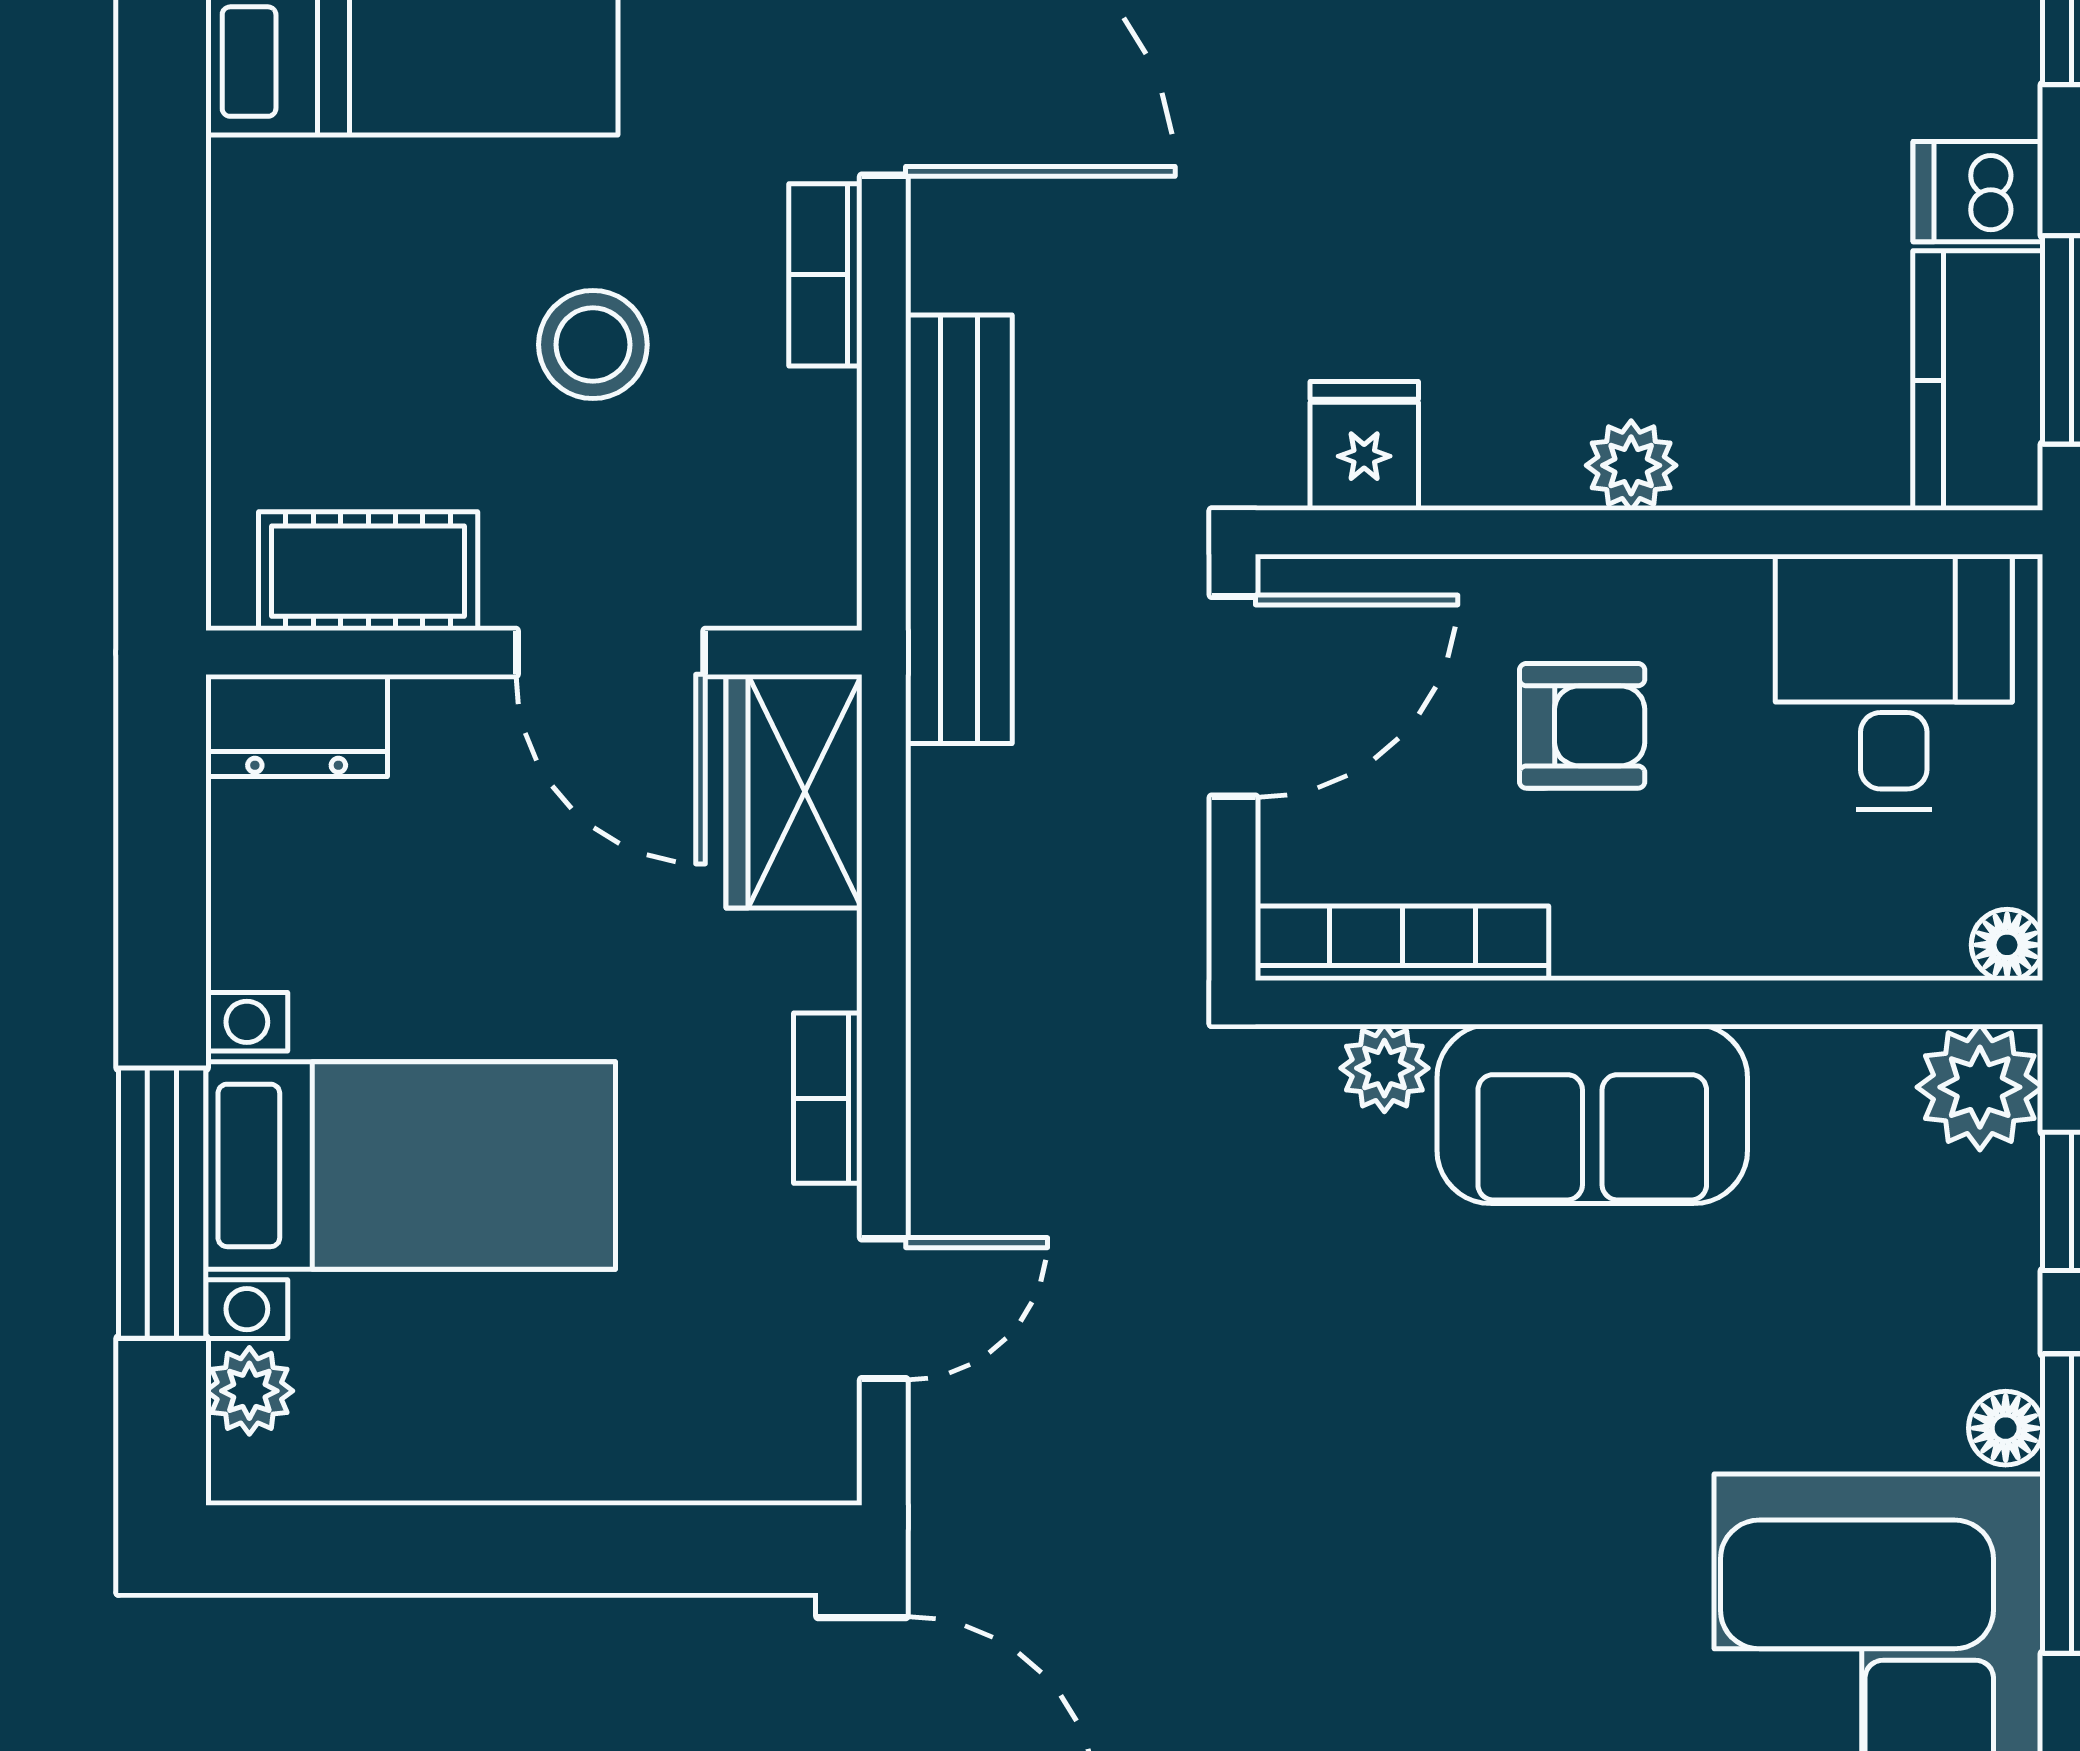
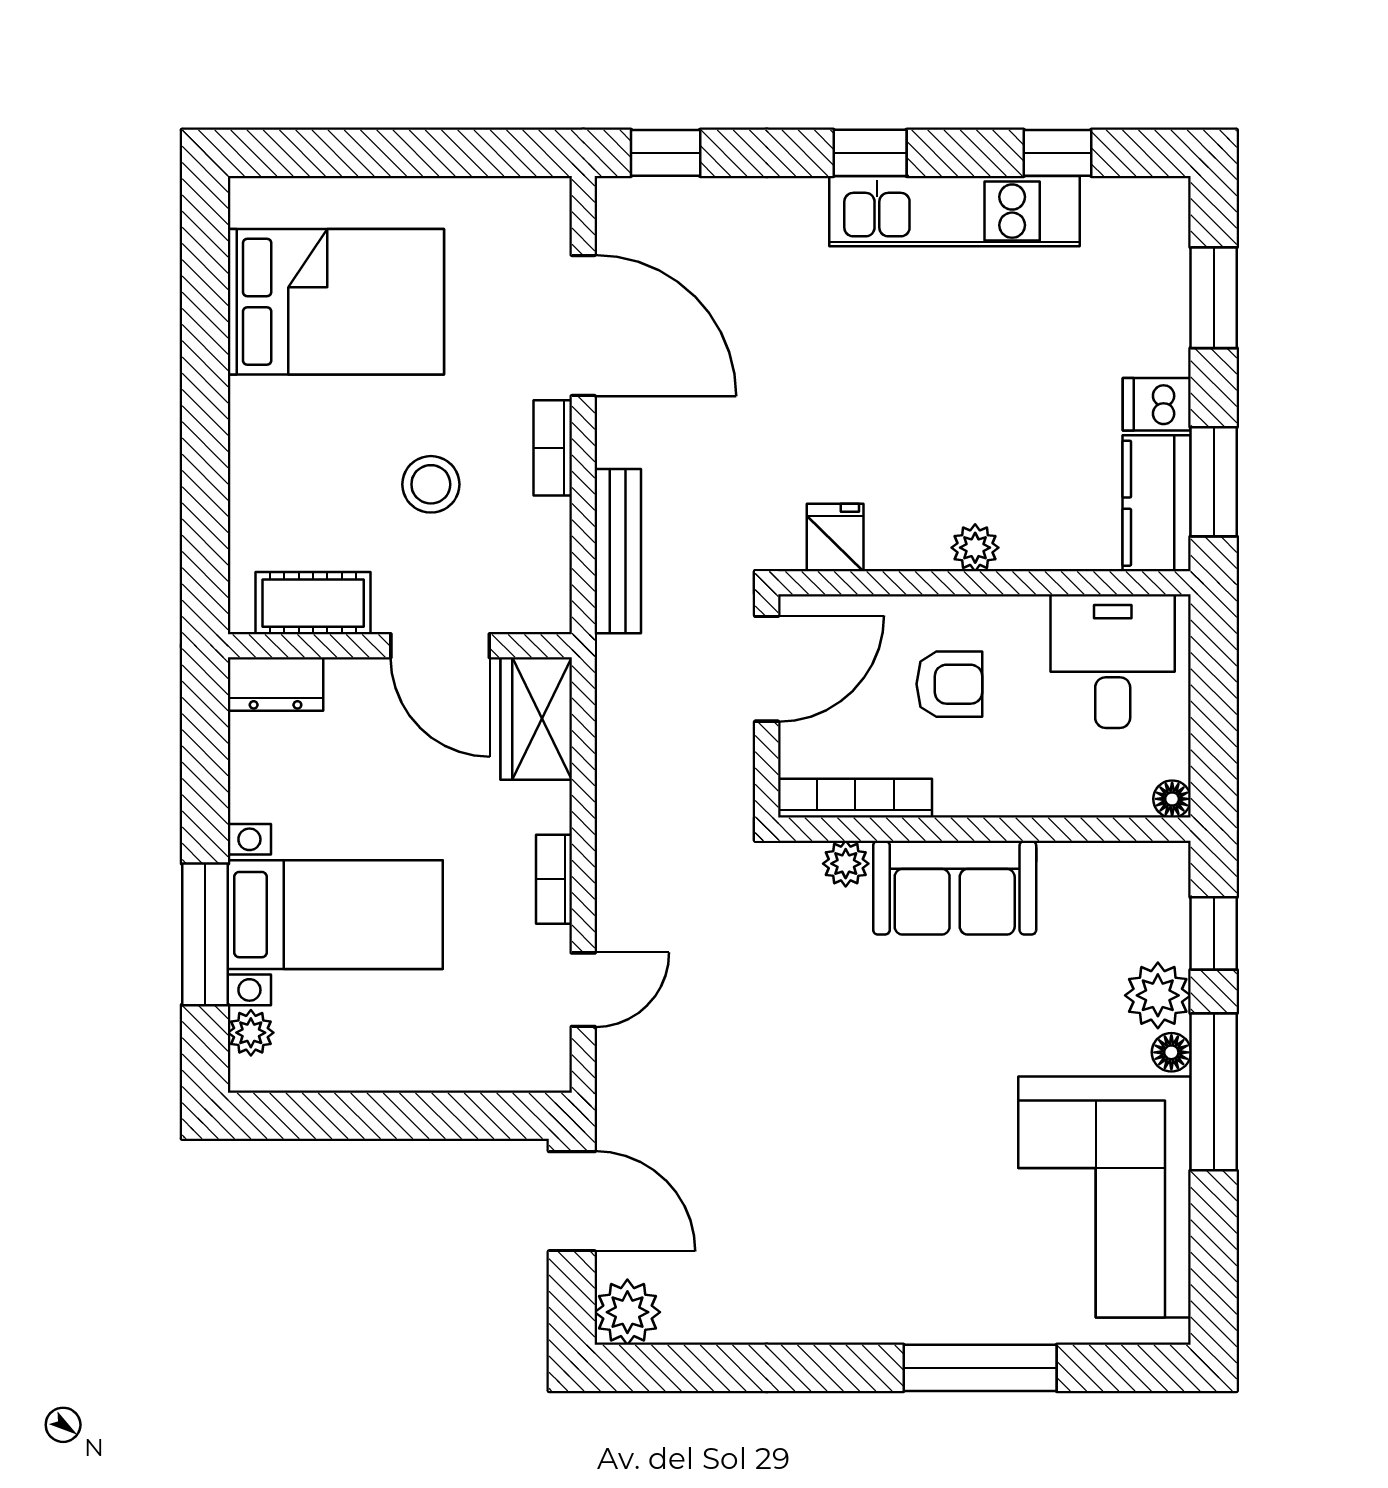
bench: (959, 529) -> (618, 551), width x0.73, depth x0.82
plant: (1980, 1087) -> (1158, 995), moved

